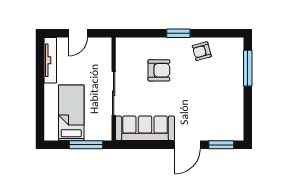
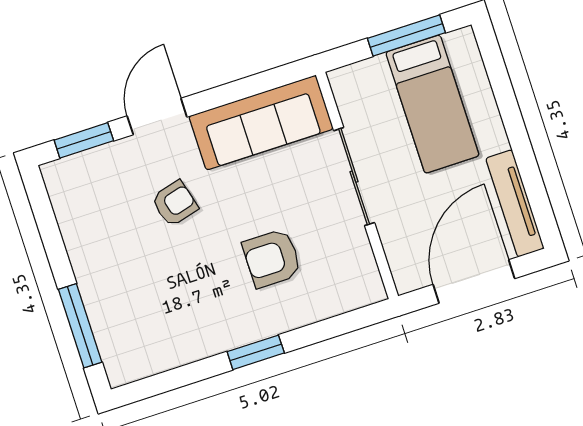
door: (78, 33) -> (474, 281), width x1.88
armchair: (202, 51) -> (175, 203), moved
window: (86, 145) -> (406, 36), moved

